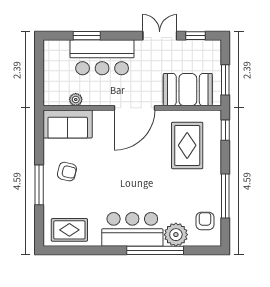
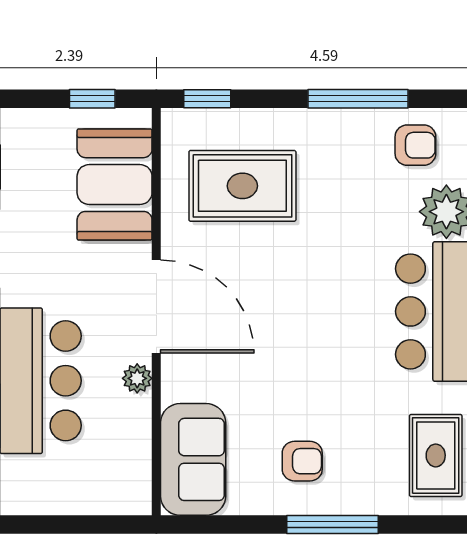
window: (225, 80) -> (92, 99), width x0.67
plant: (76, 100) -> (137, 378), moved
armchair: (67, 172) -> (302, 461), turned 77
armchair: (205, 221) -> (415, 145), turned 180

